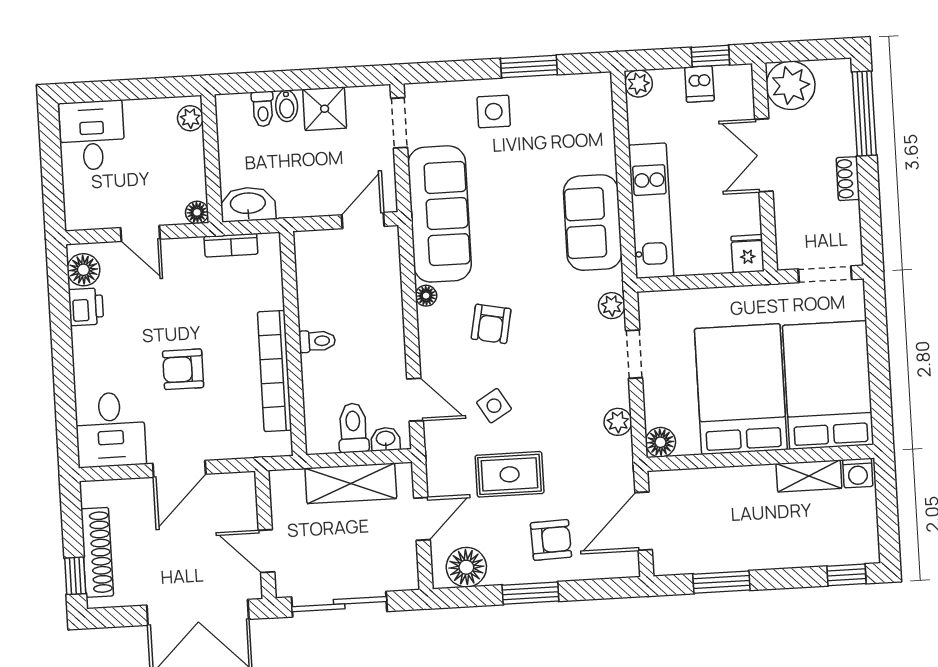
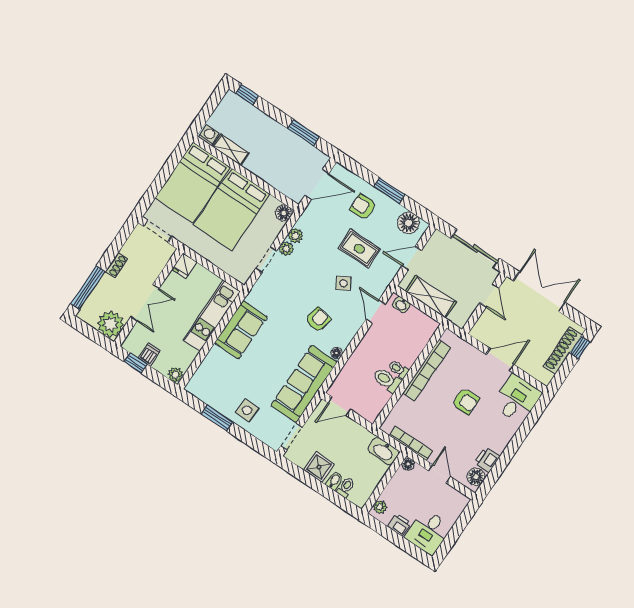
printer: (142, 114) -> (399, 525), added
bookcase: (231, 245) -> (411, 443), width x1.56
plant: (612, 306) -> (286, 249), moved
toilet: (353, 428) -> (387, 380), moved, turned 90

